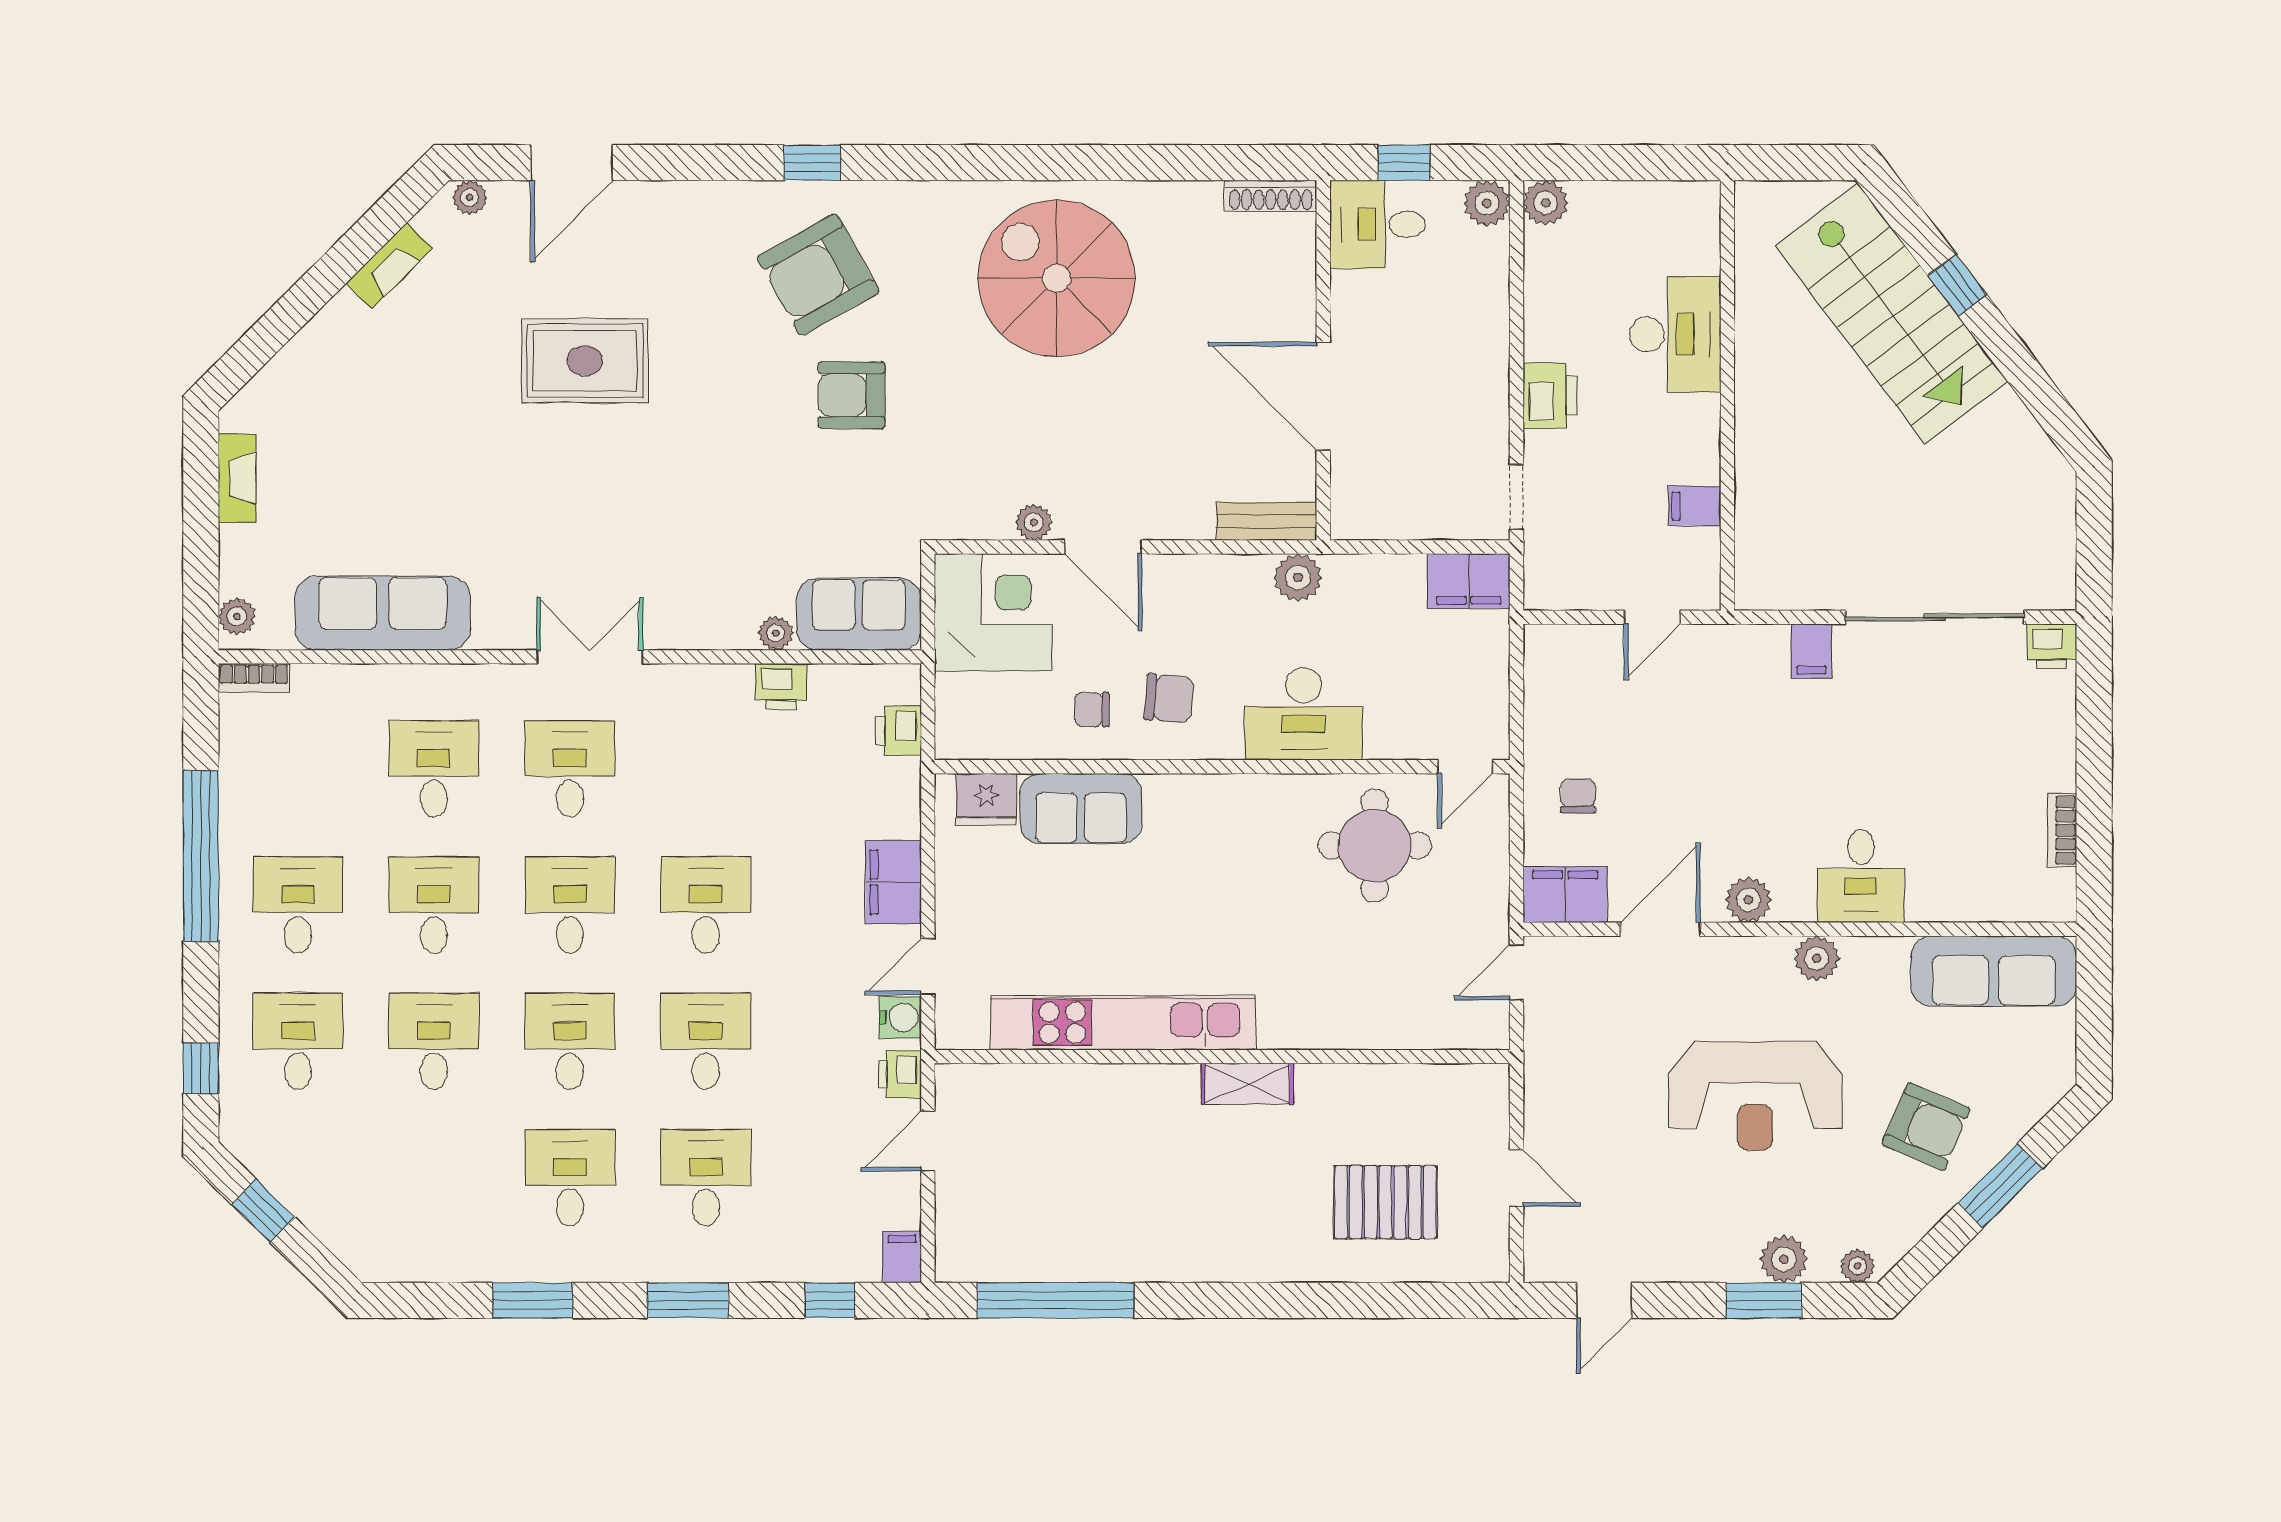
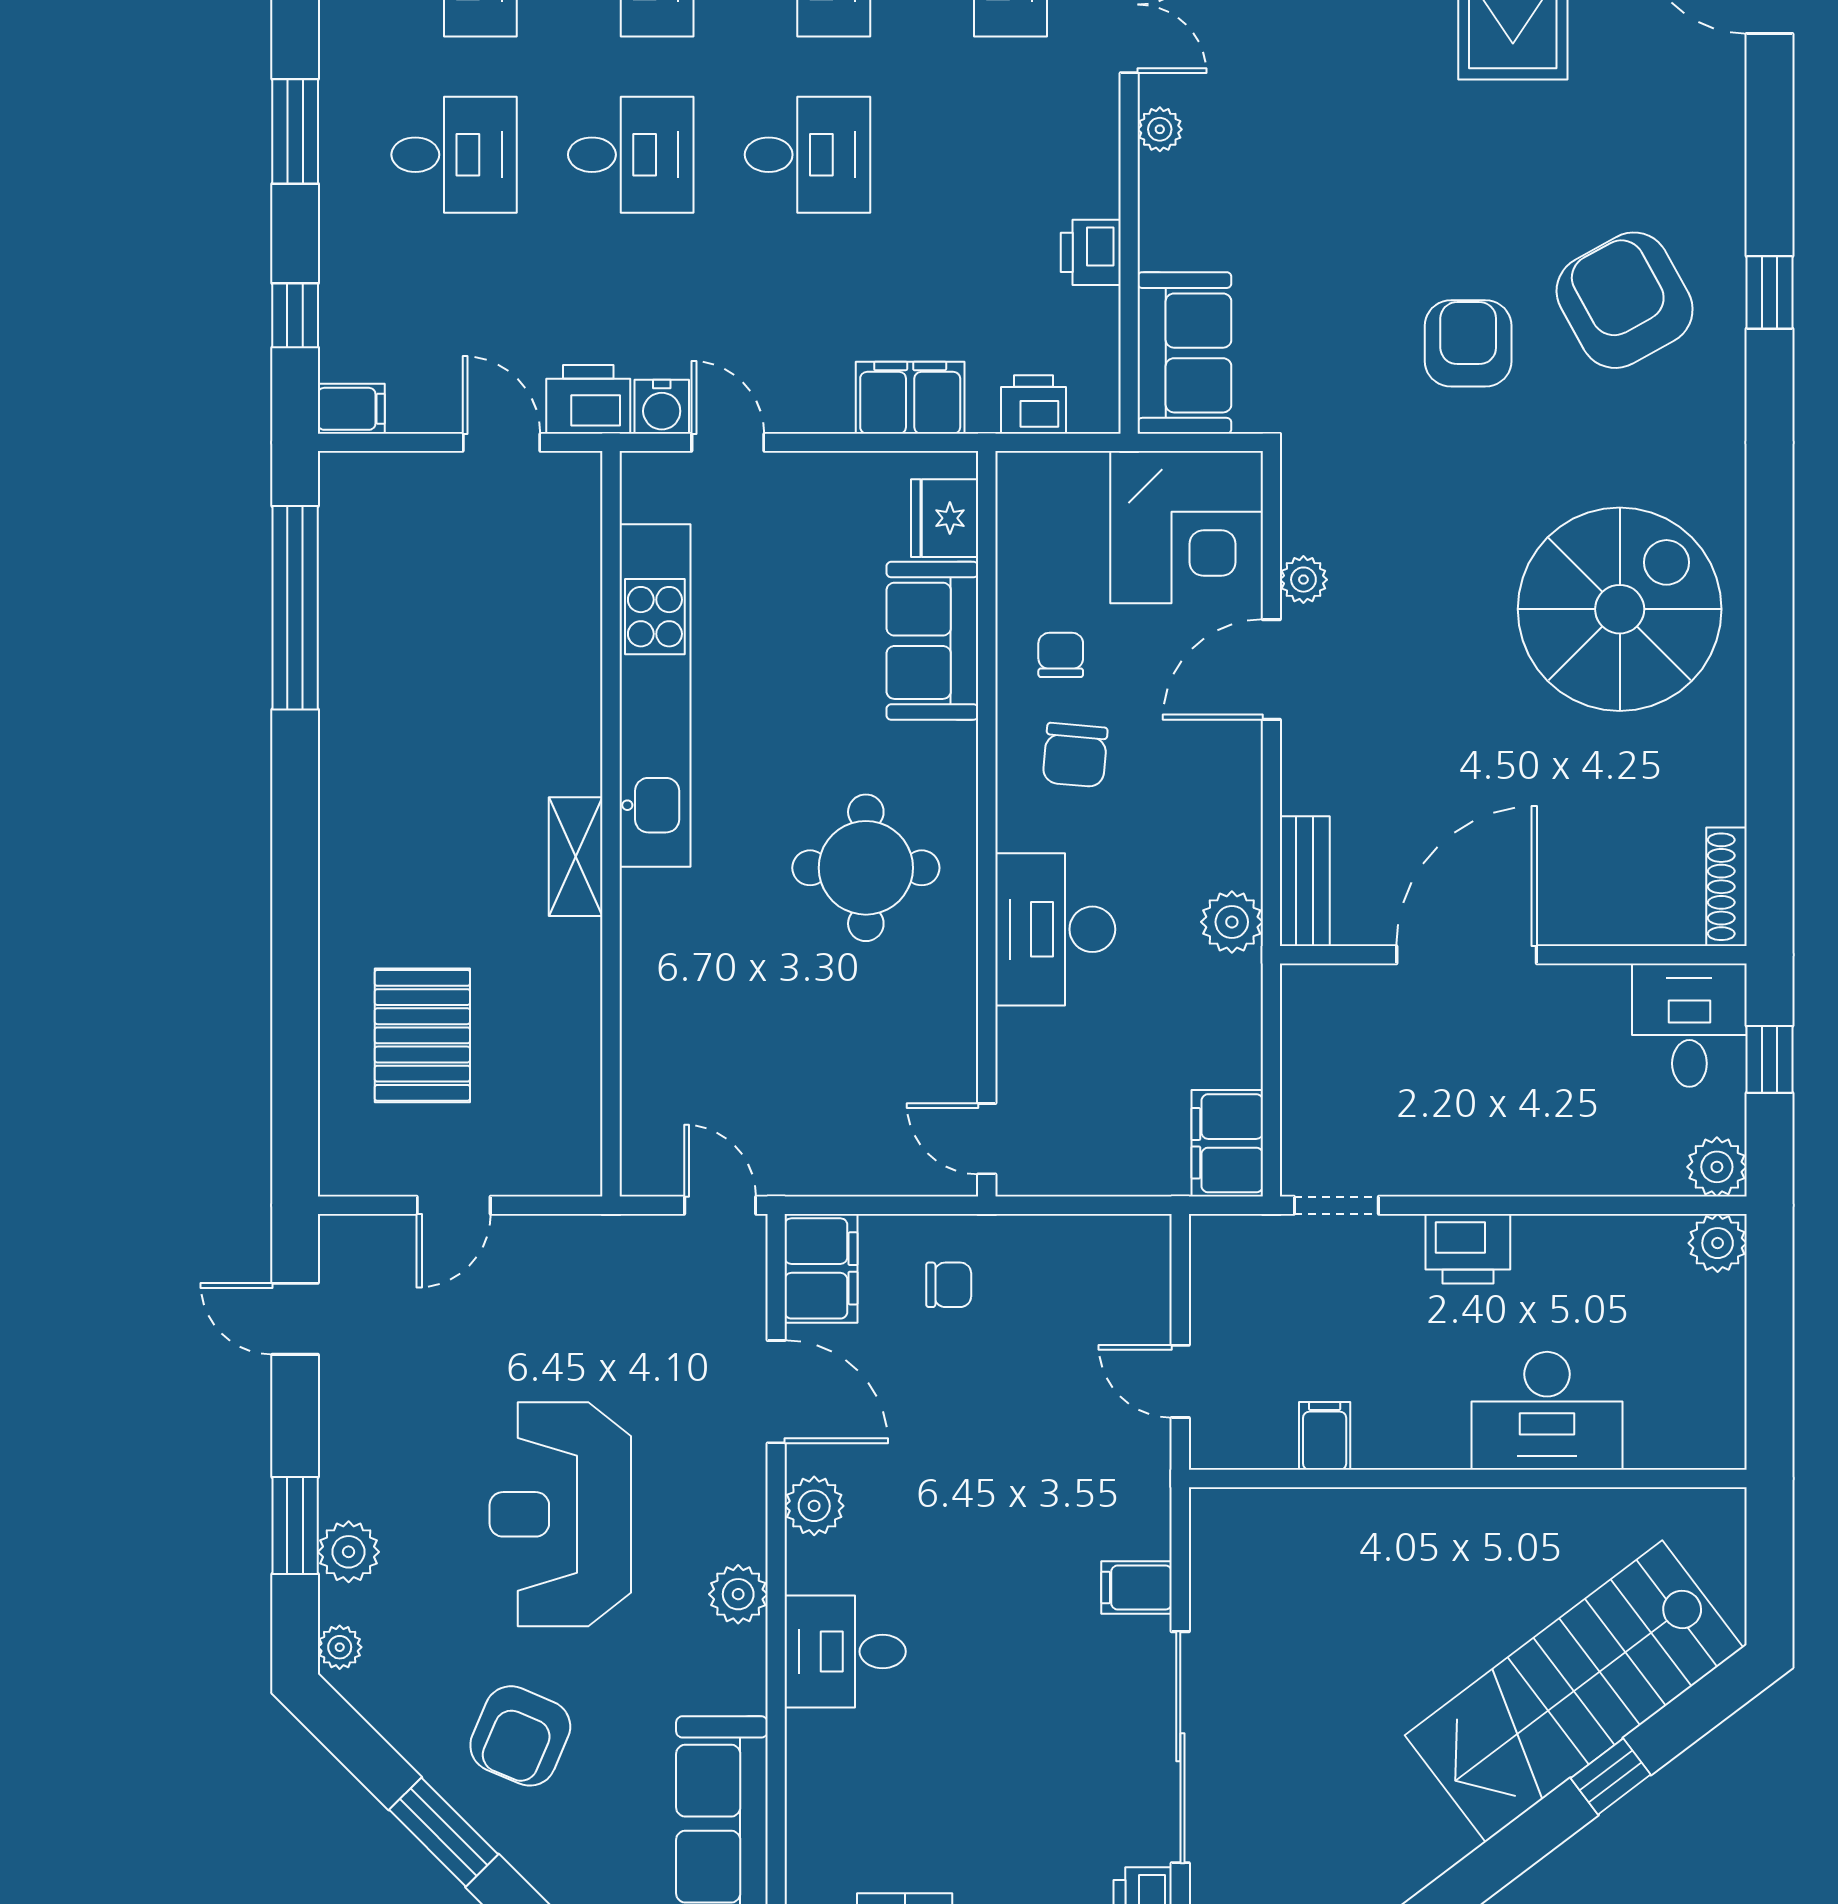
plant: (776, 633) -> (1160, 129), moved
round table: (1375, 845) -> (866, 868), moved
filing cabinet: (893, 882) -> (910, 398), moved
printer: (900, 1074) -> (588, 399), width x1.36, depth x1.24

